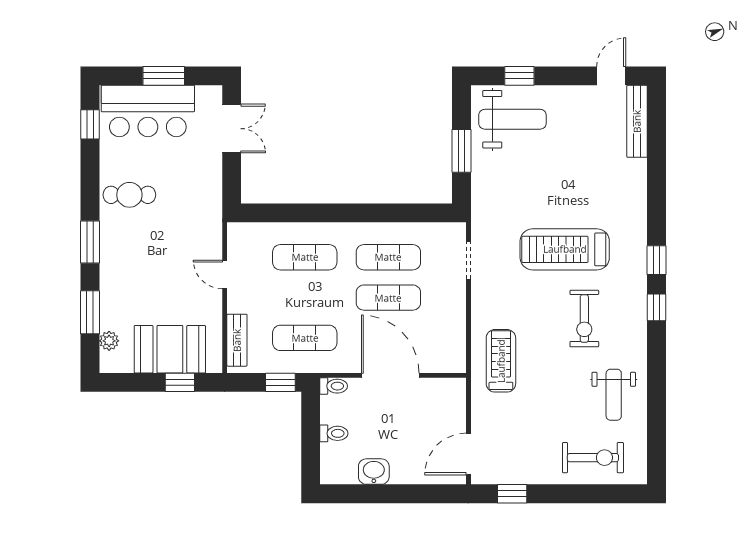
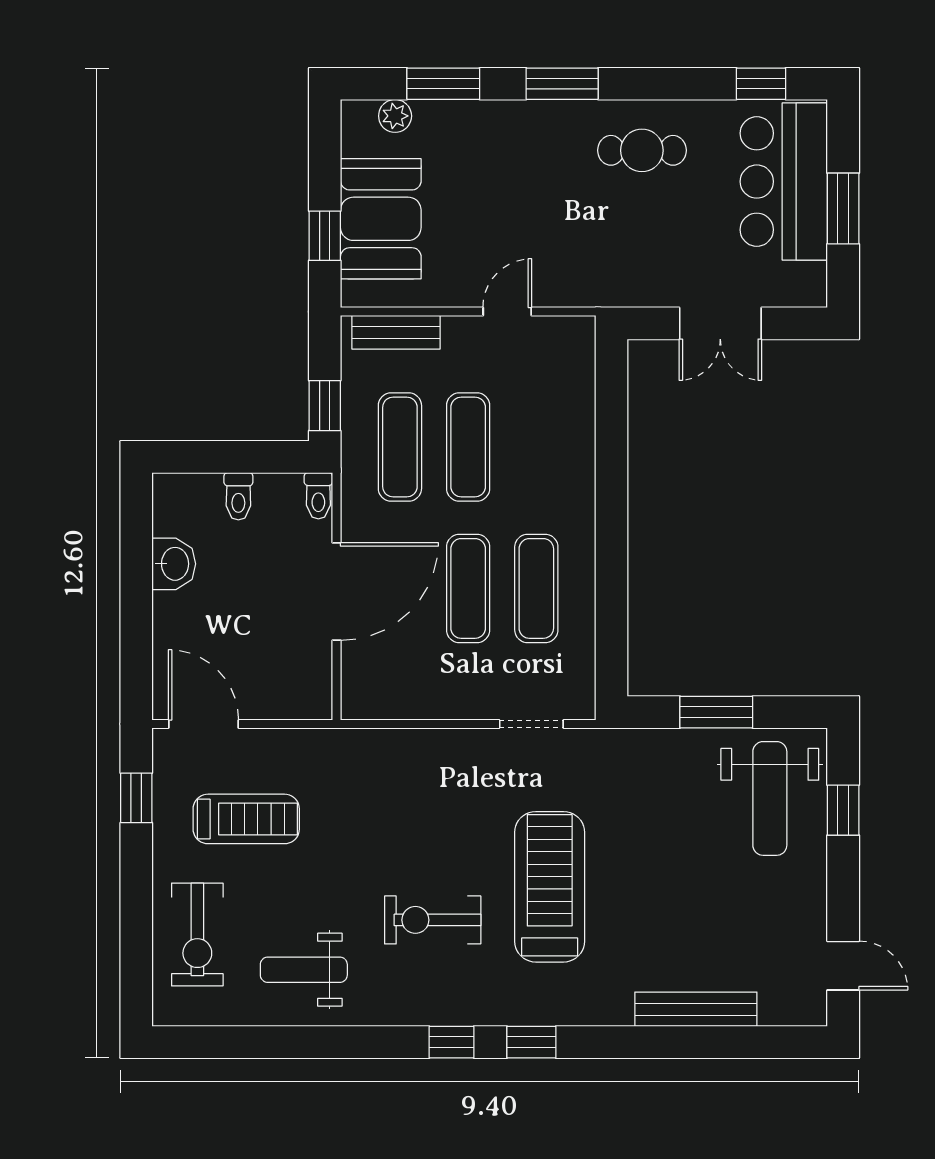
bench: (637, 121) -> (696, 1009), moved
double door: (232, 129) -> (720, 323), moved
cafe table: (129, 195) -> (642, 150), turned 90
exercise mat: (305, 257) -> (468, 447), moved
treadmill: (501, 361) -> (246, 819), moved

